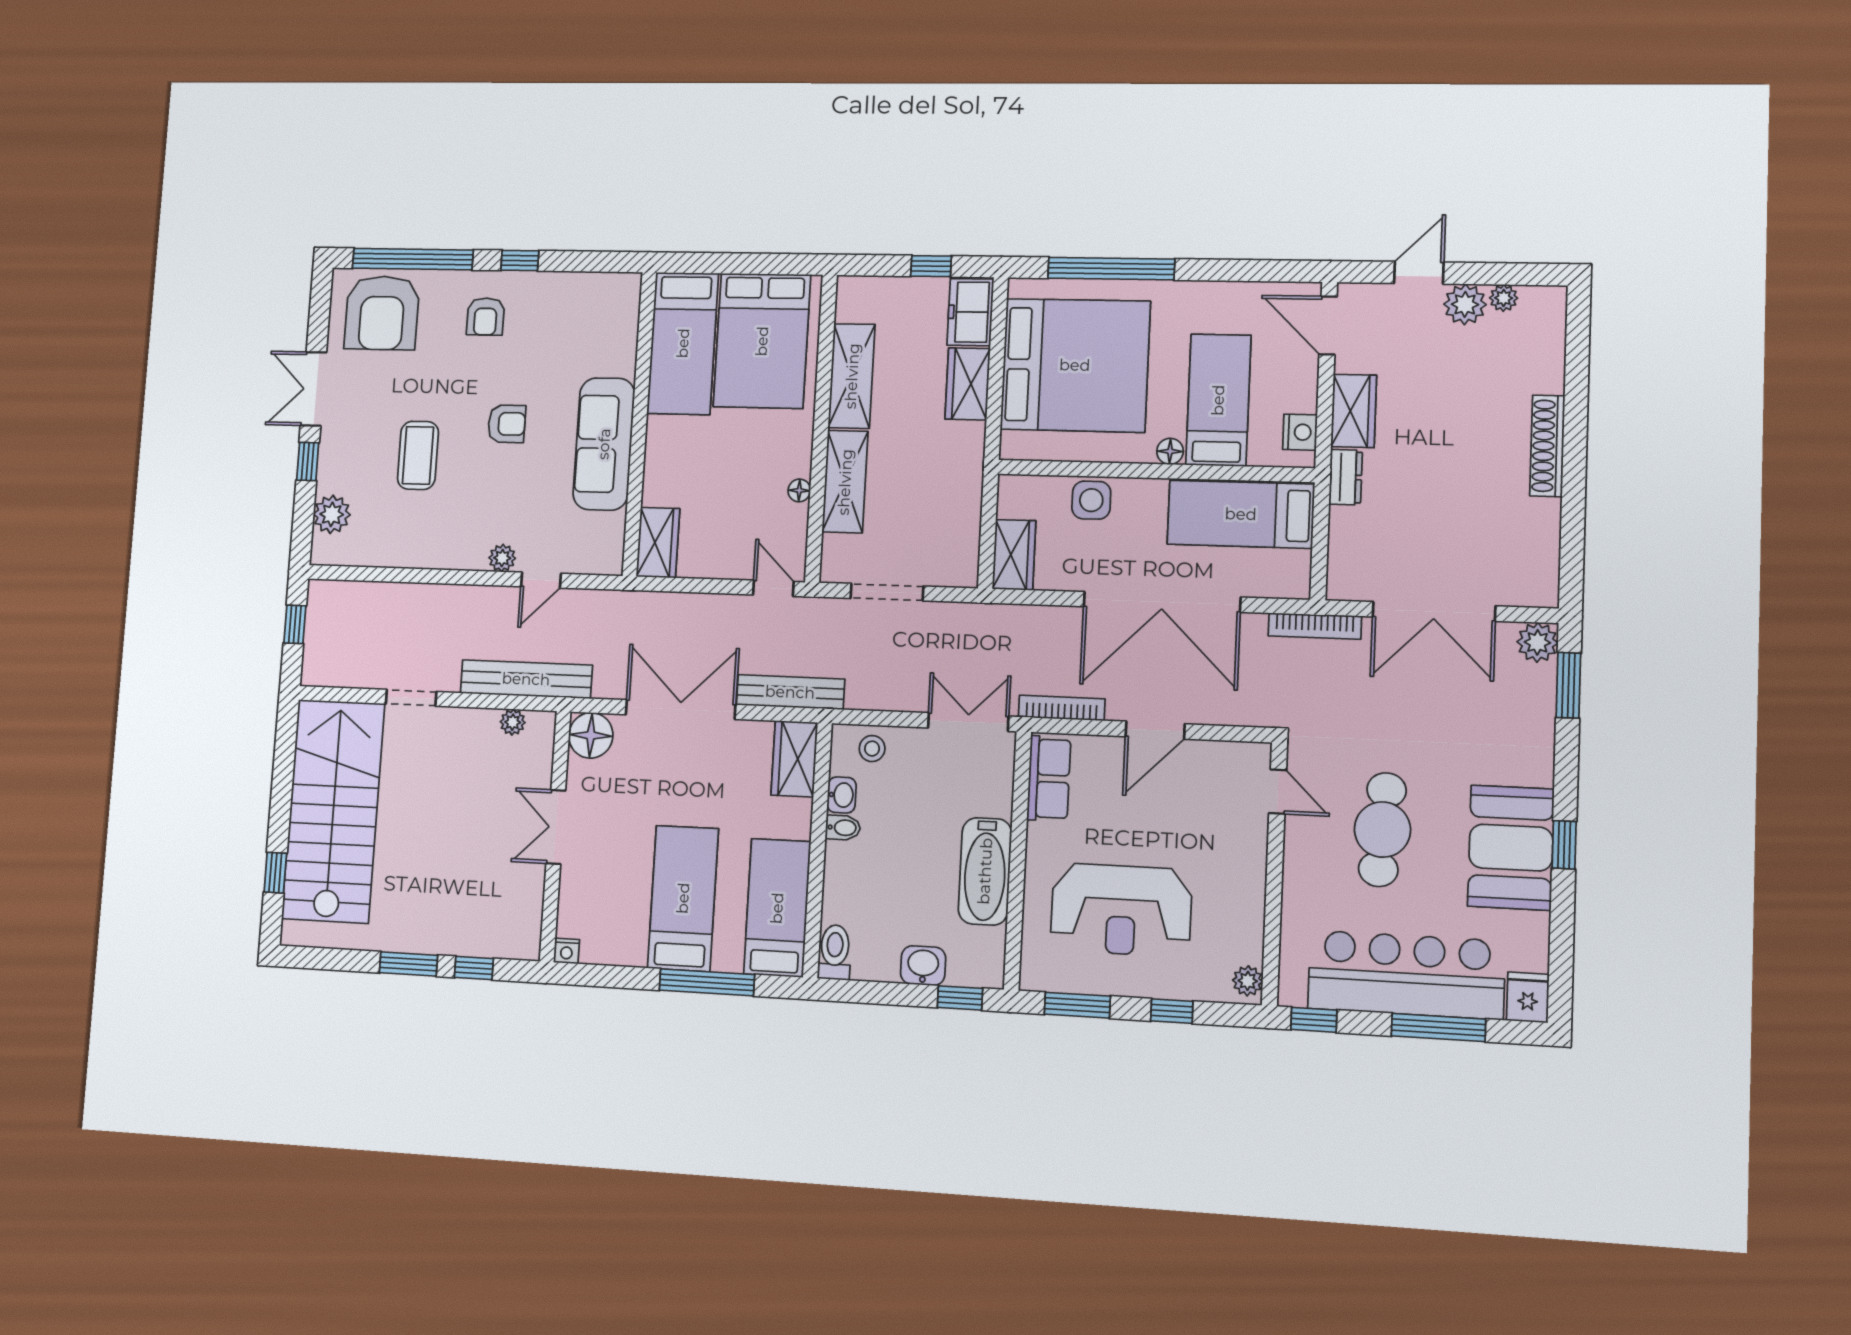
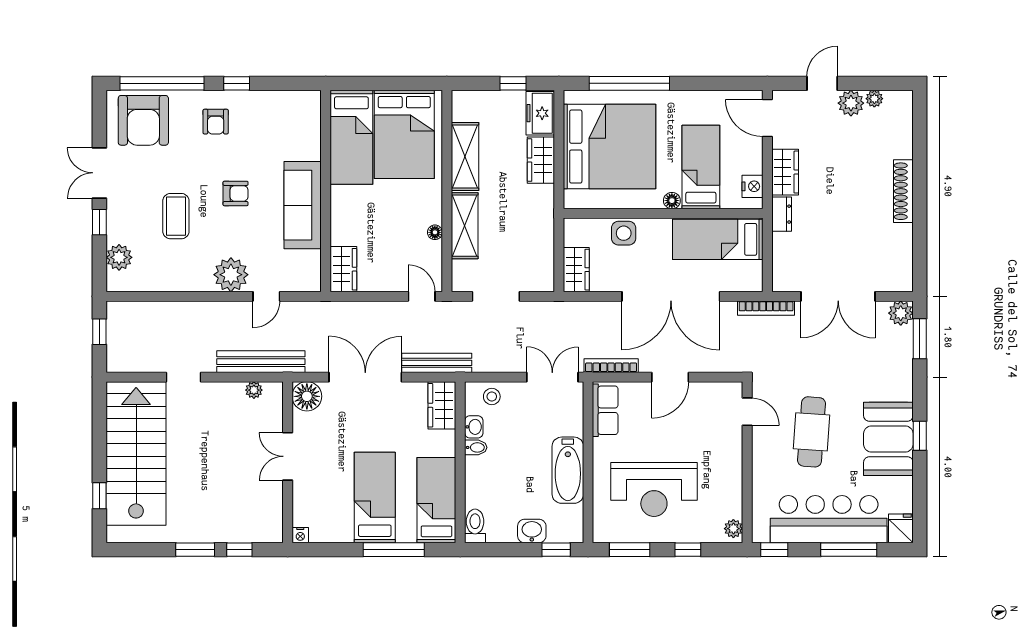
plant: (502, 558) -> (231, 275), width x1.87, depth x1.87

